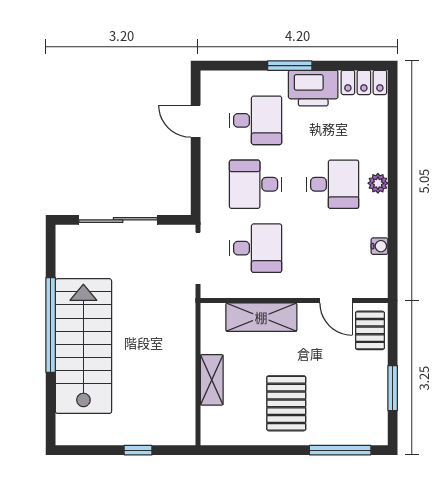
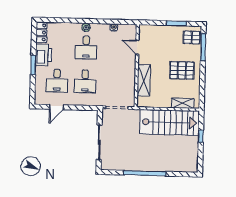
desk: (256, 120) -> (57, 81), turned 180
desk: (333, 184) -> (86, 47), turned 180
desk: (256, 248) -> (113, 82), removed
door: (336, 301) -> (137, 47), swing flipped
pallet: (370, 330) -> (192, 37), moved
stairs: (83, 346) -> (169, 122), moved, turned 180
shelving: (212, 380) -> (183, 103), moved

